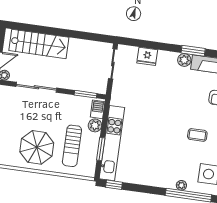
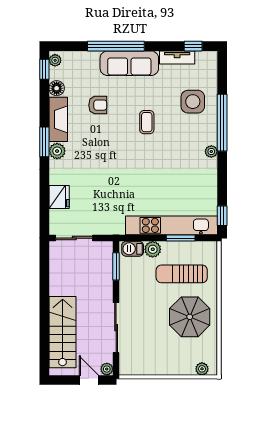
sun lounger: (72, 146) -> (182, 274), turned 180
plant: (181, 185) -> (211, 151), moved

